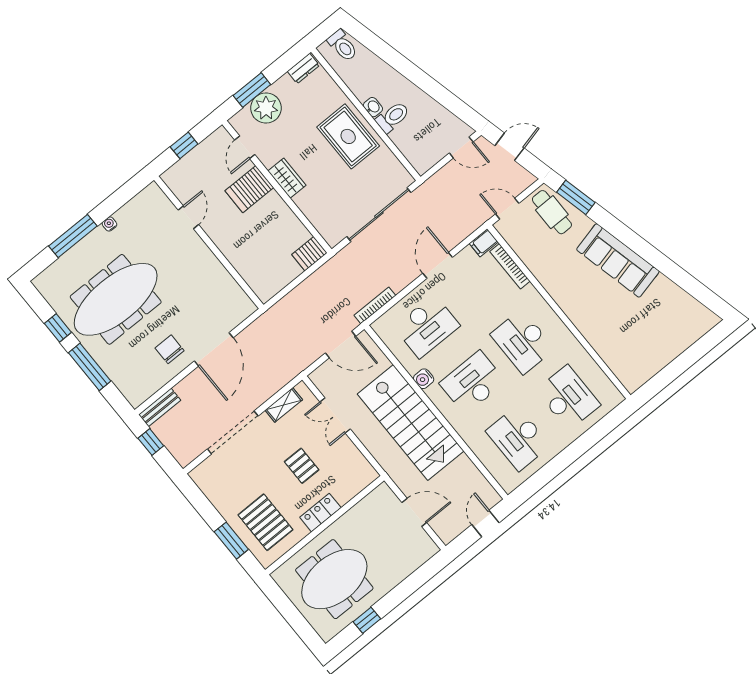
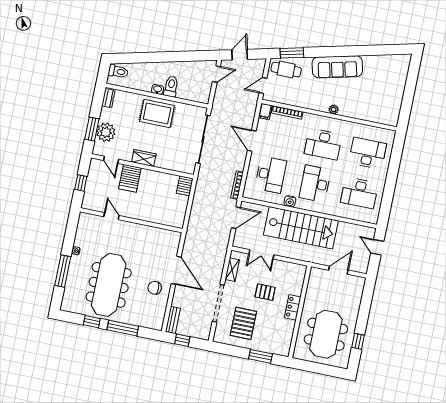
plant: (570, 309) -> (334, 109), added
pallet: (265, 522) -> (243, 323), moved, turned 90

